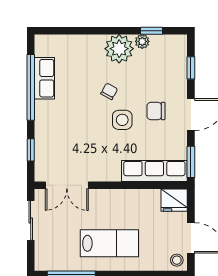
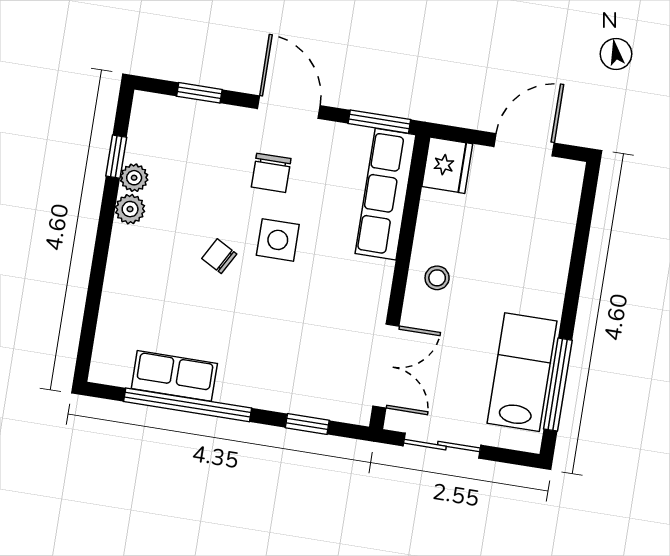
plant: (119, 49) -> (130, 209), width x0.53, depth x0.53
lab bench: (109, 243) -> (522, 372), moved
stool: (177, 260) -> (437, 278), moved

